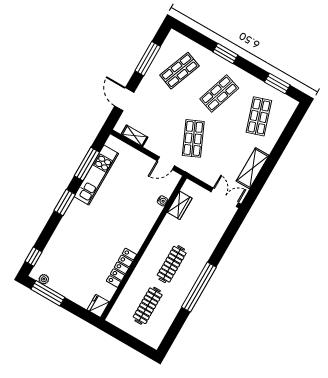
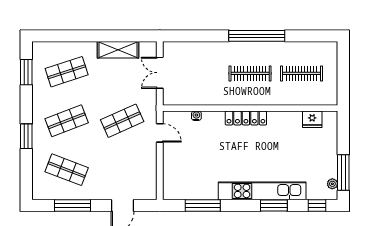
shop shelf: (219, 93) -> (67, 121), turned -39
shelving: (135, 136) -> (151, 176), removed
kitchen unit: (96, 175) -> (262, 191), moved, width x1.36
double door: (225, 197) -> (160, 73), moved
window: (65, 203) -> (274, 206), moved
wardrobe: (180, 205) -> (191, 98), removed
locker: (121, 268) -> (246, 118), moved
fridge: (98, 306) -> (312, 119), moved

